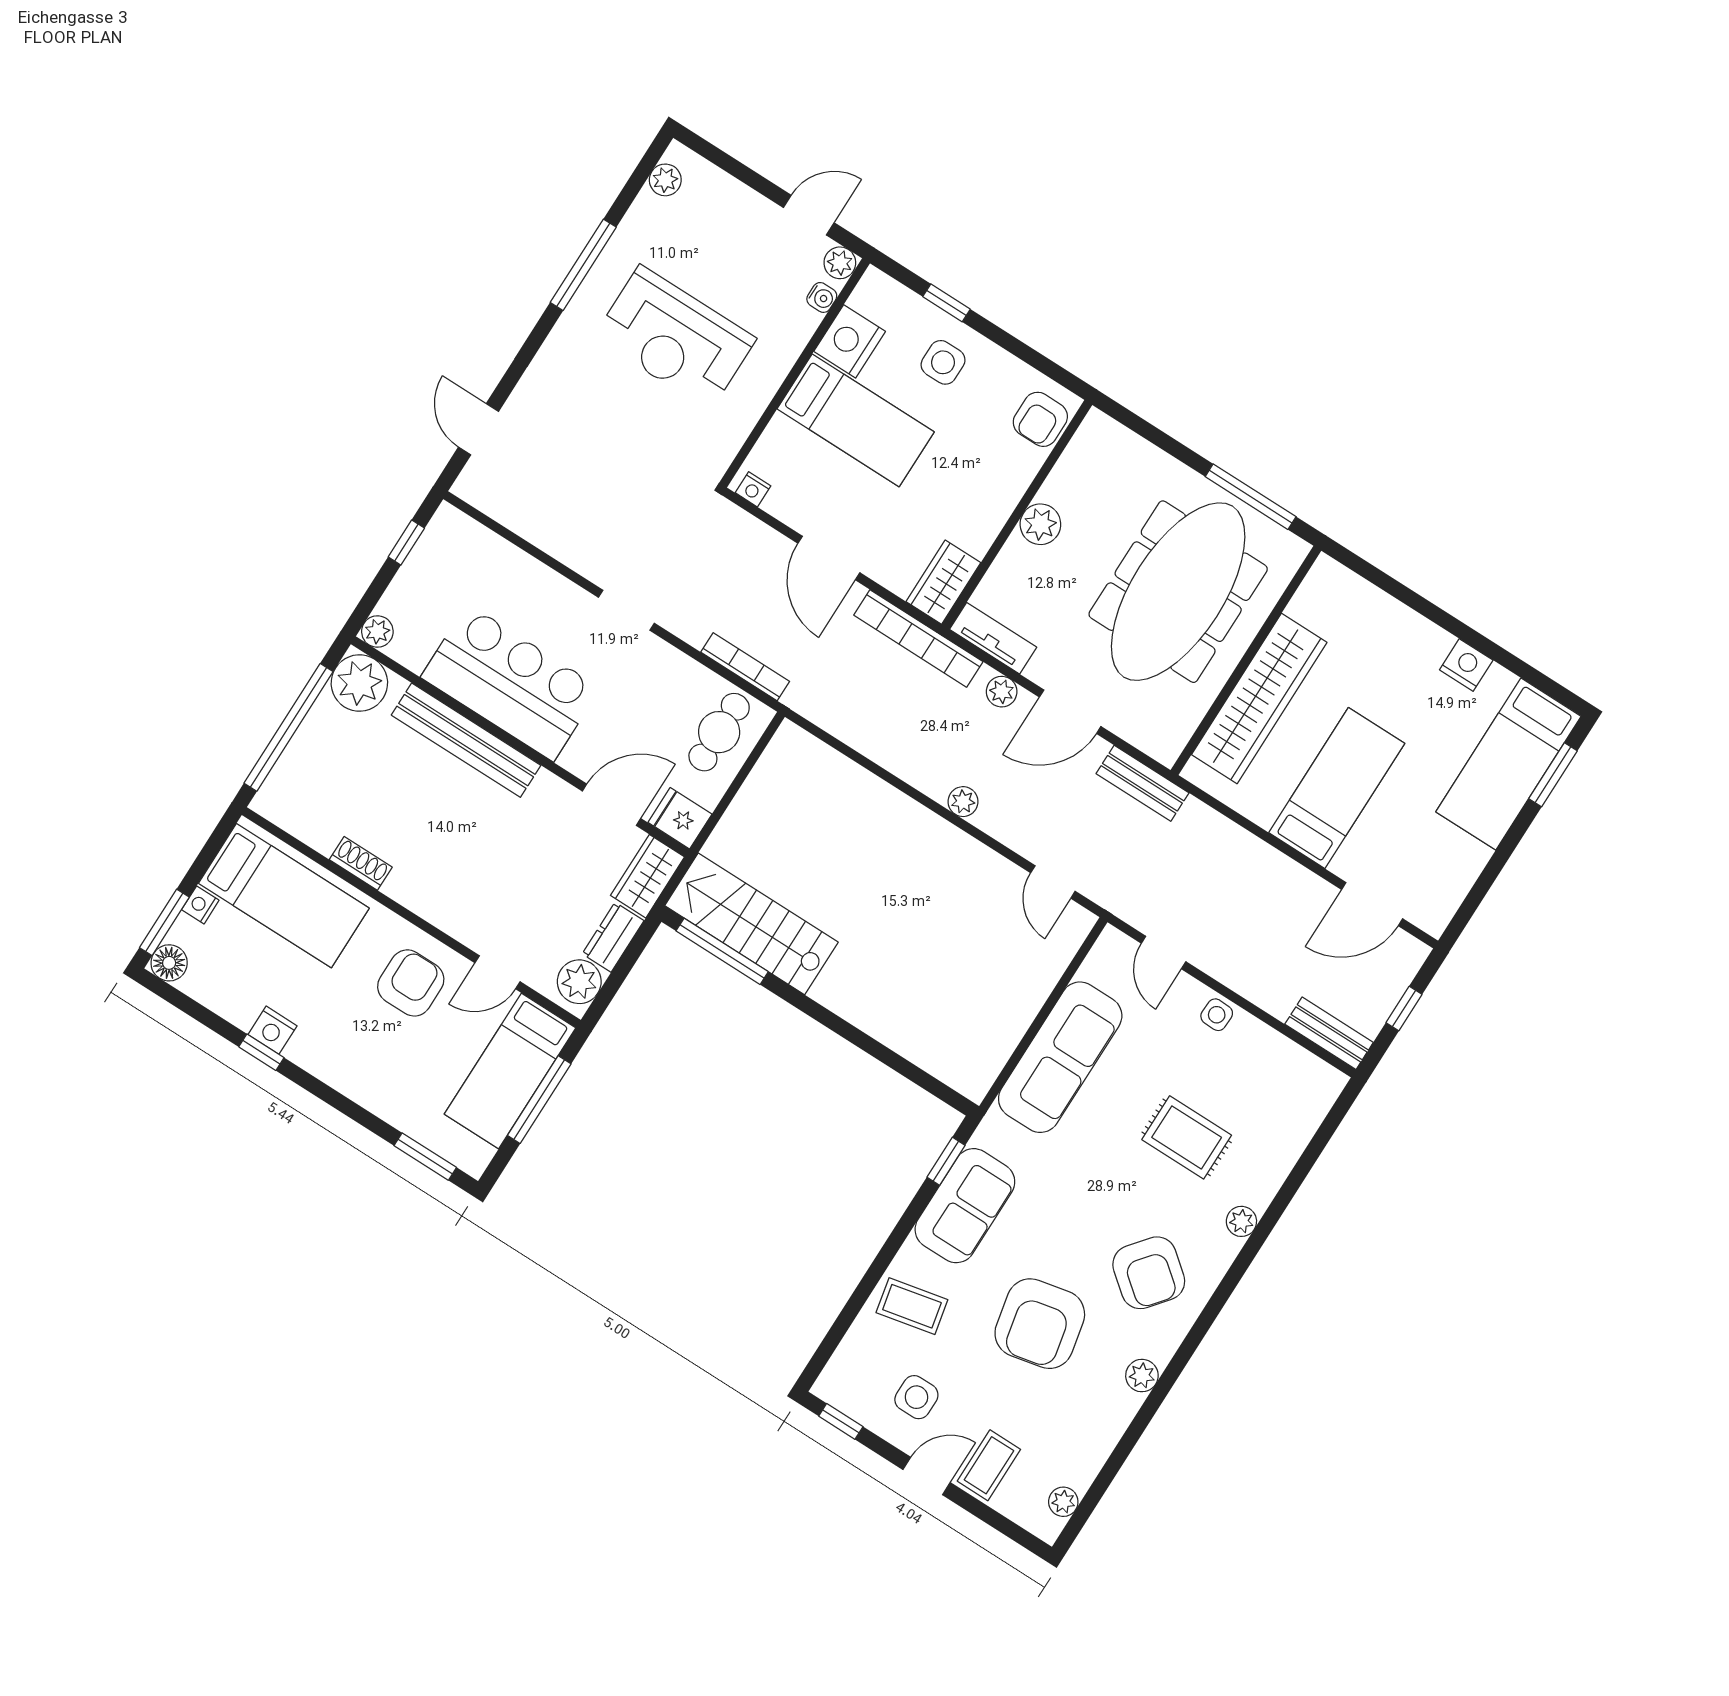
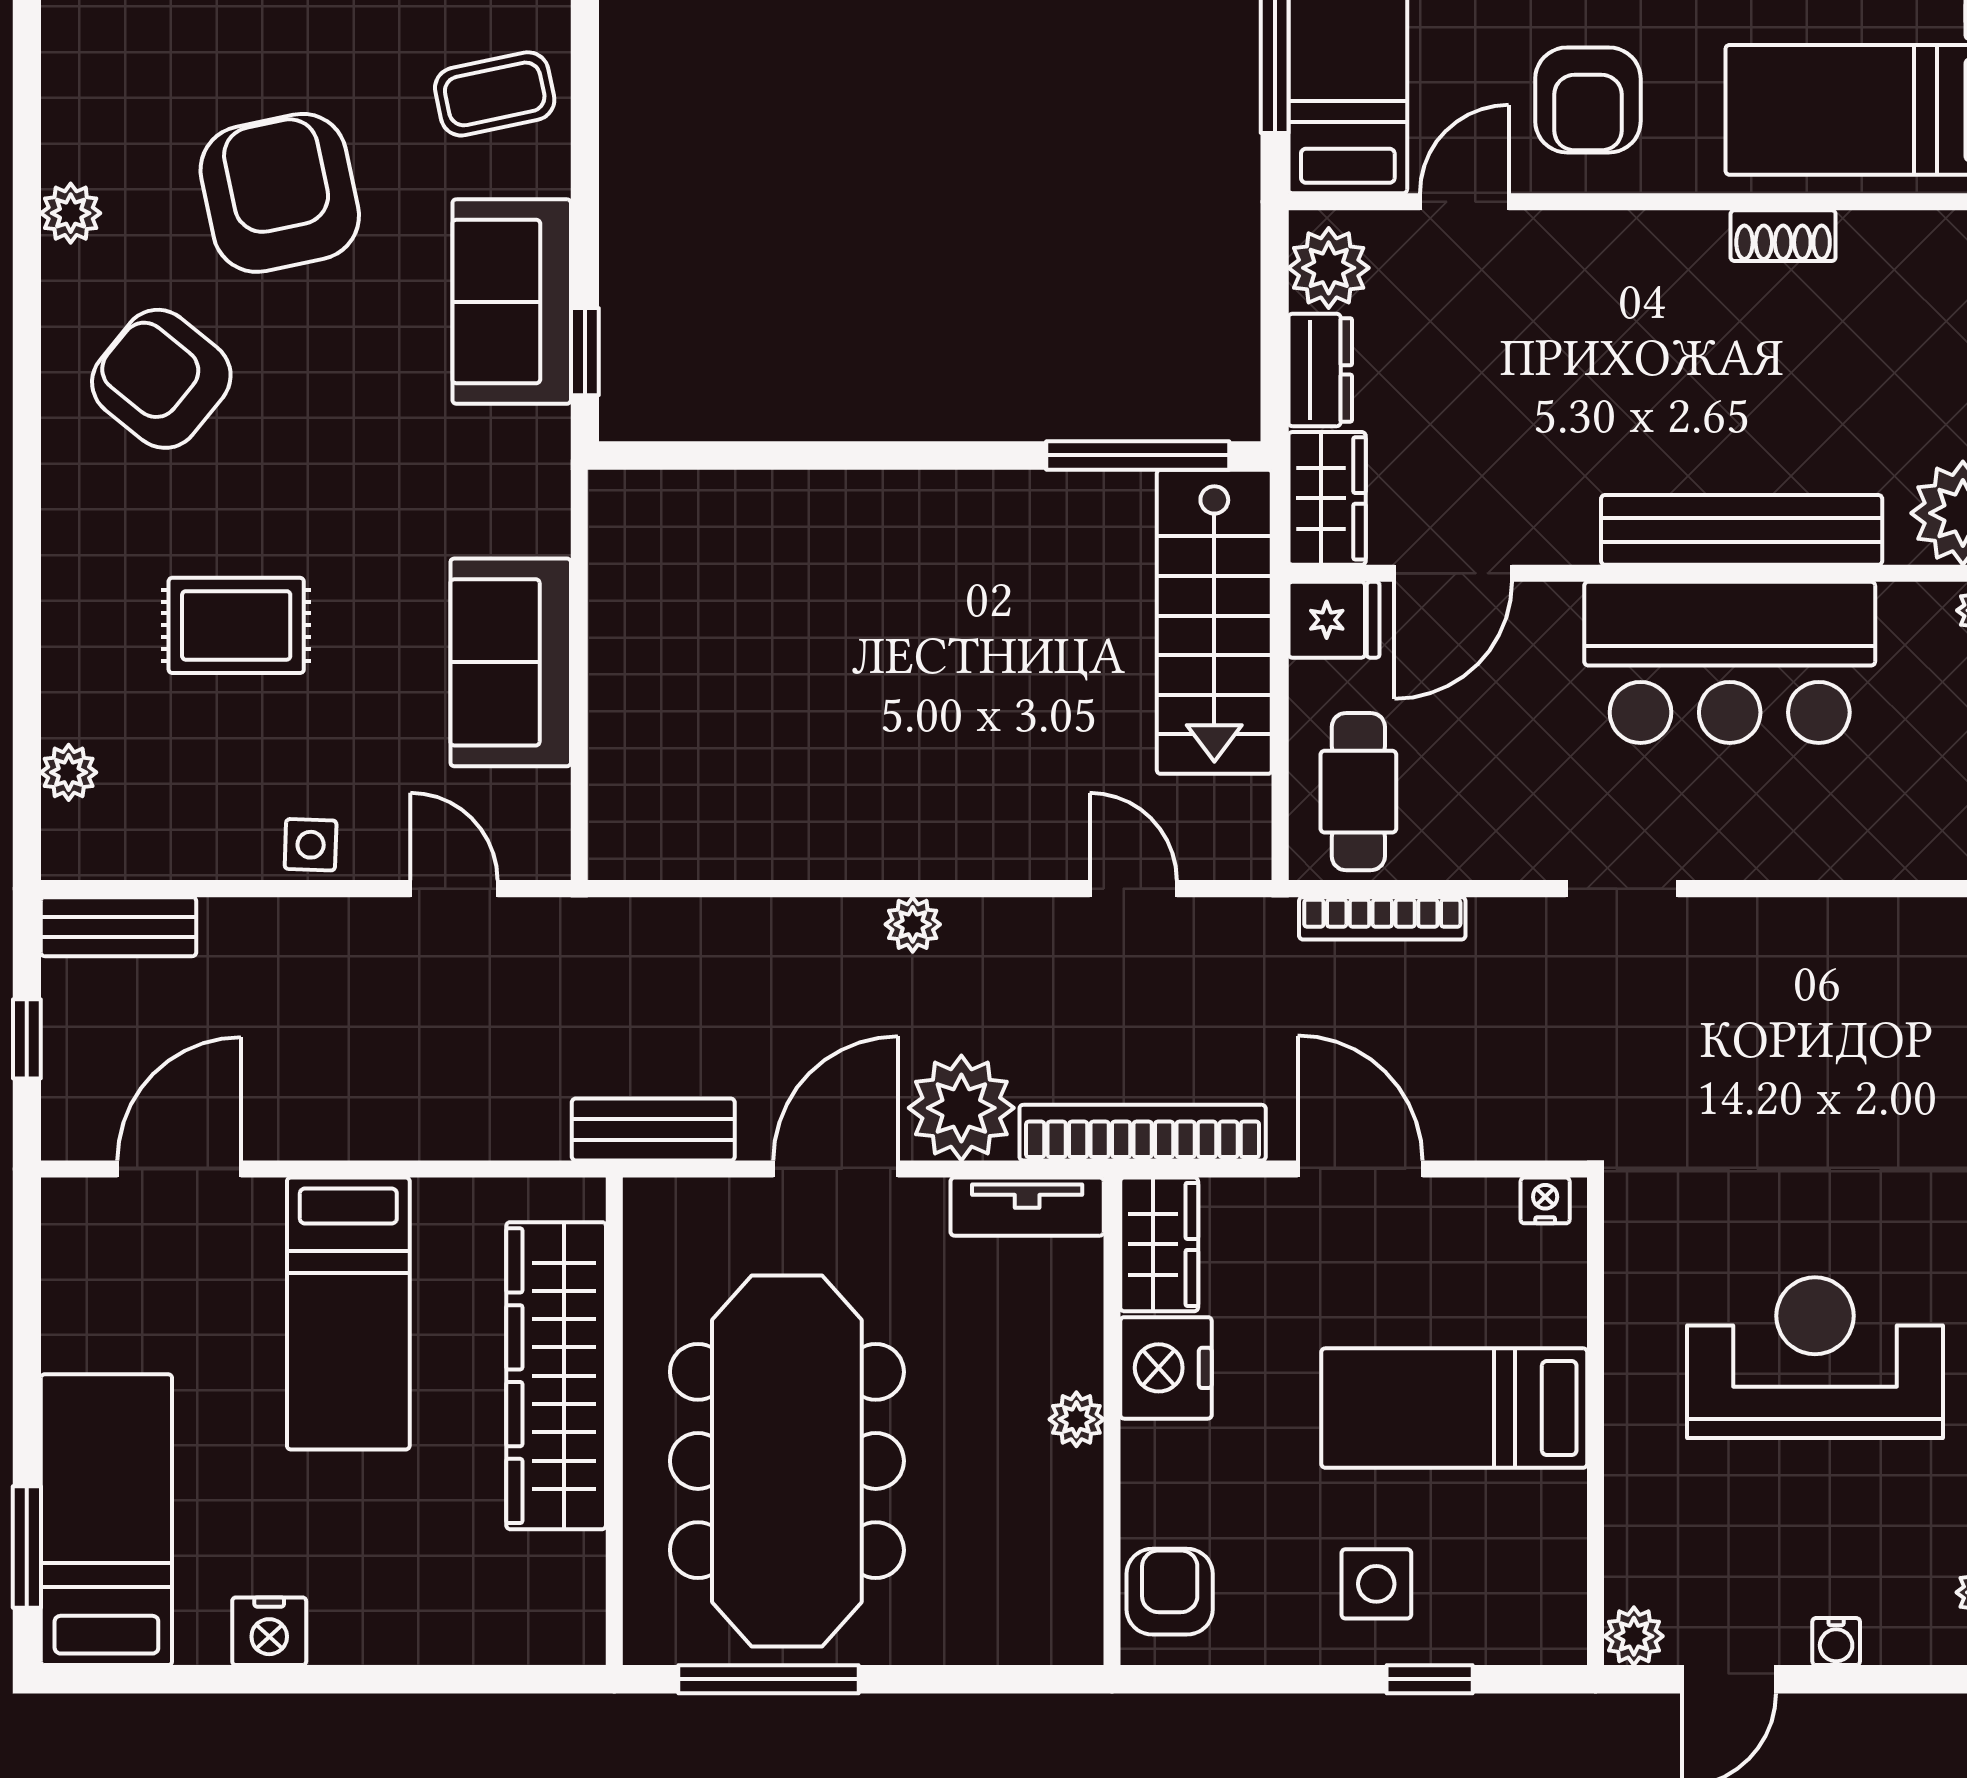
water cooler: (822, 297) -> (1836, 1642), moved, turned -90
nightstand: (850, 341) -> (1166, 1368), moved, turned 180
plant: (1040, 524) -> (1076, 1419), width x0.73, depth x0.73
plant: (1002, 692) -> (961, 1108), width x1.87, depth x1.87
door: (1053, 882) -> (1133, 889), moved
stairs: (751, 924) -> (1214, 622), moved, turned 90
sofa: (1060, 1057) -> (511, 662), width x0.73
plant: (1241, 1221) -> (69, 772), moved

